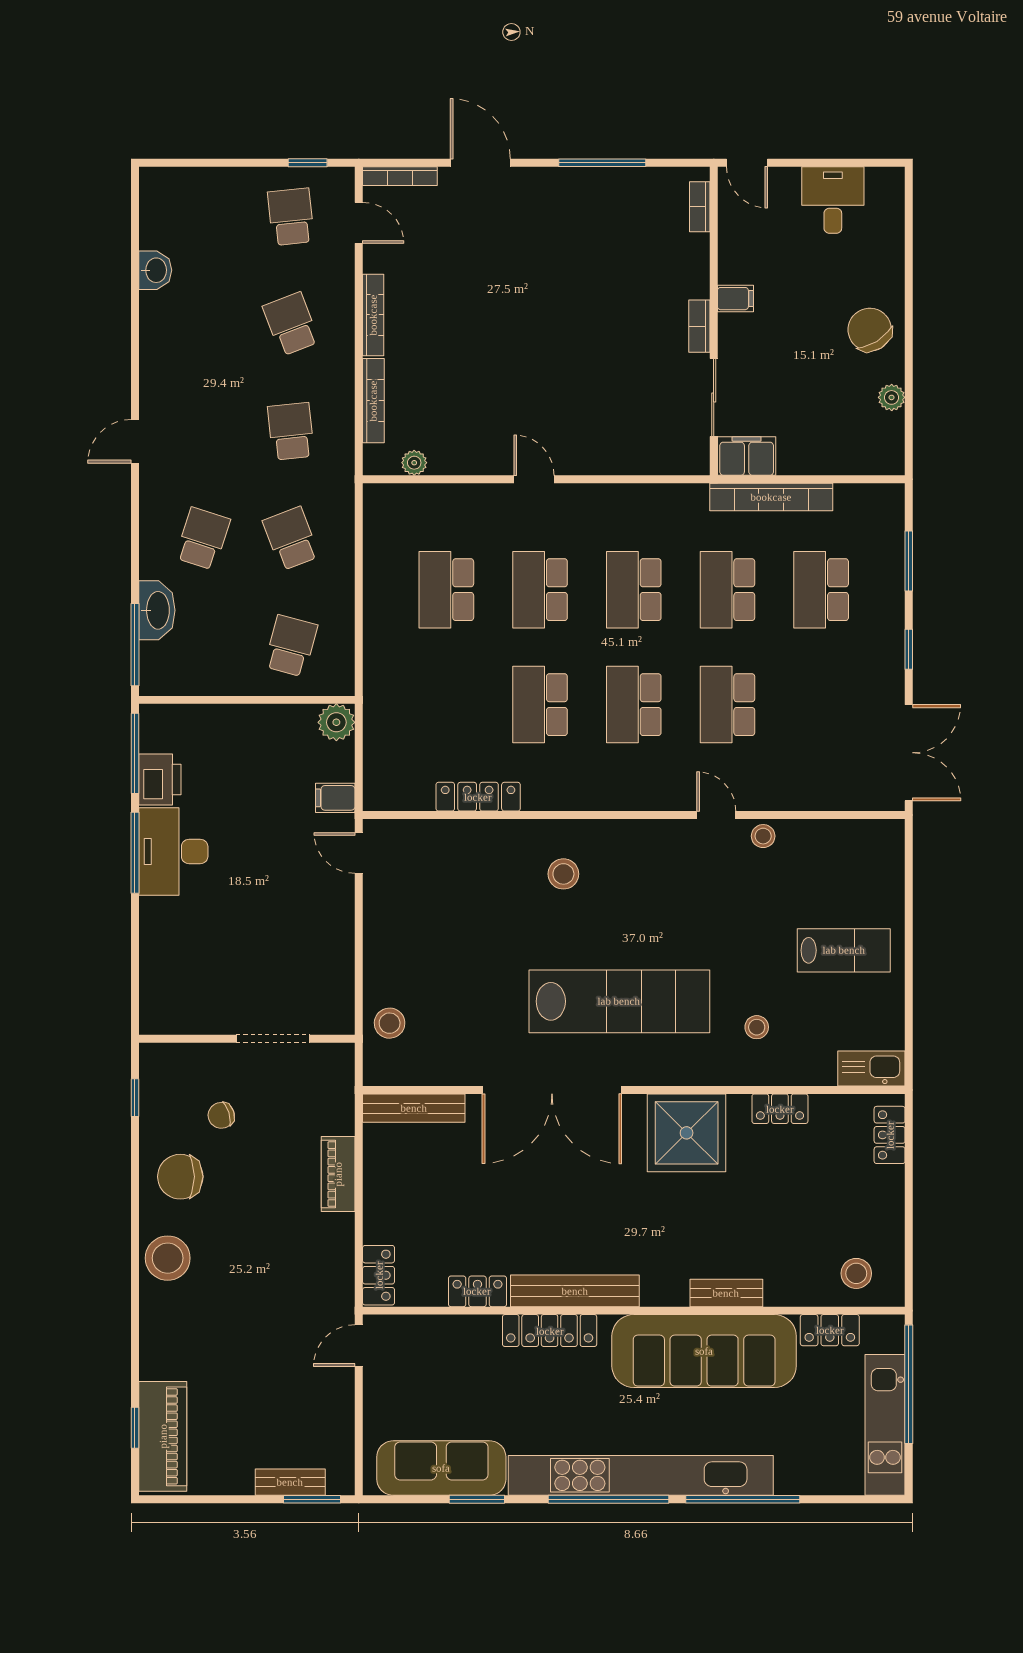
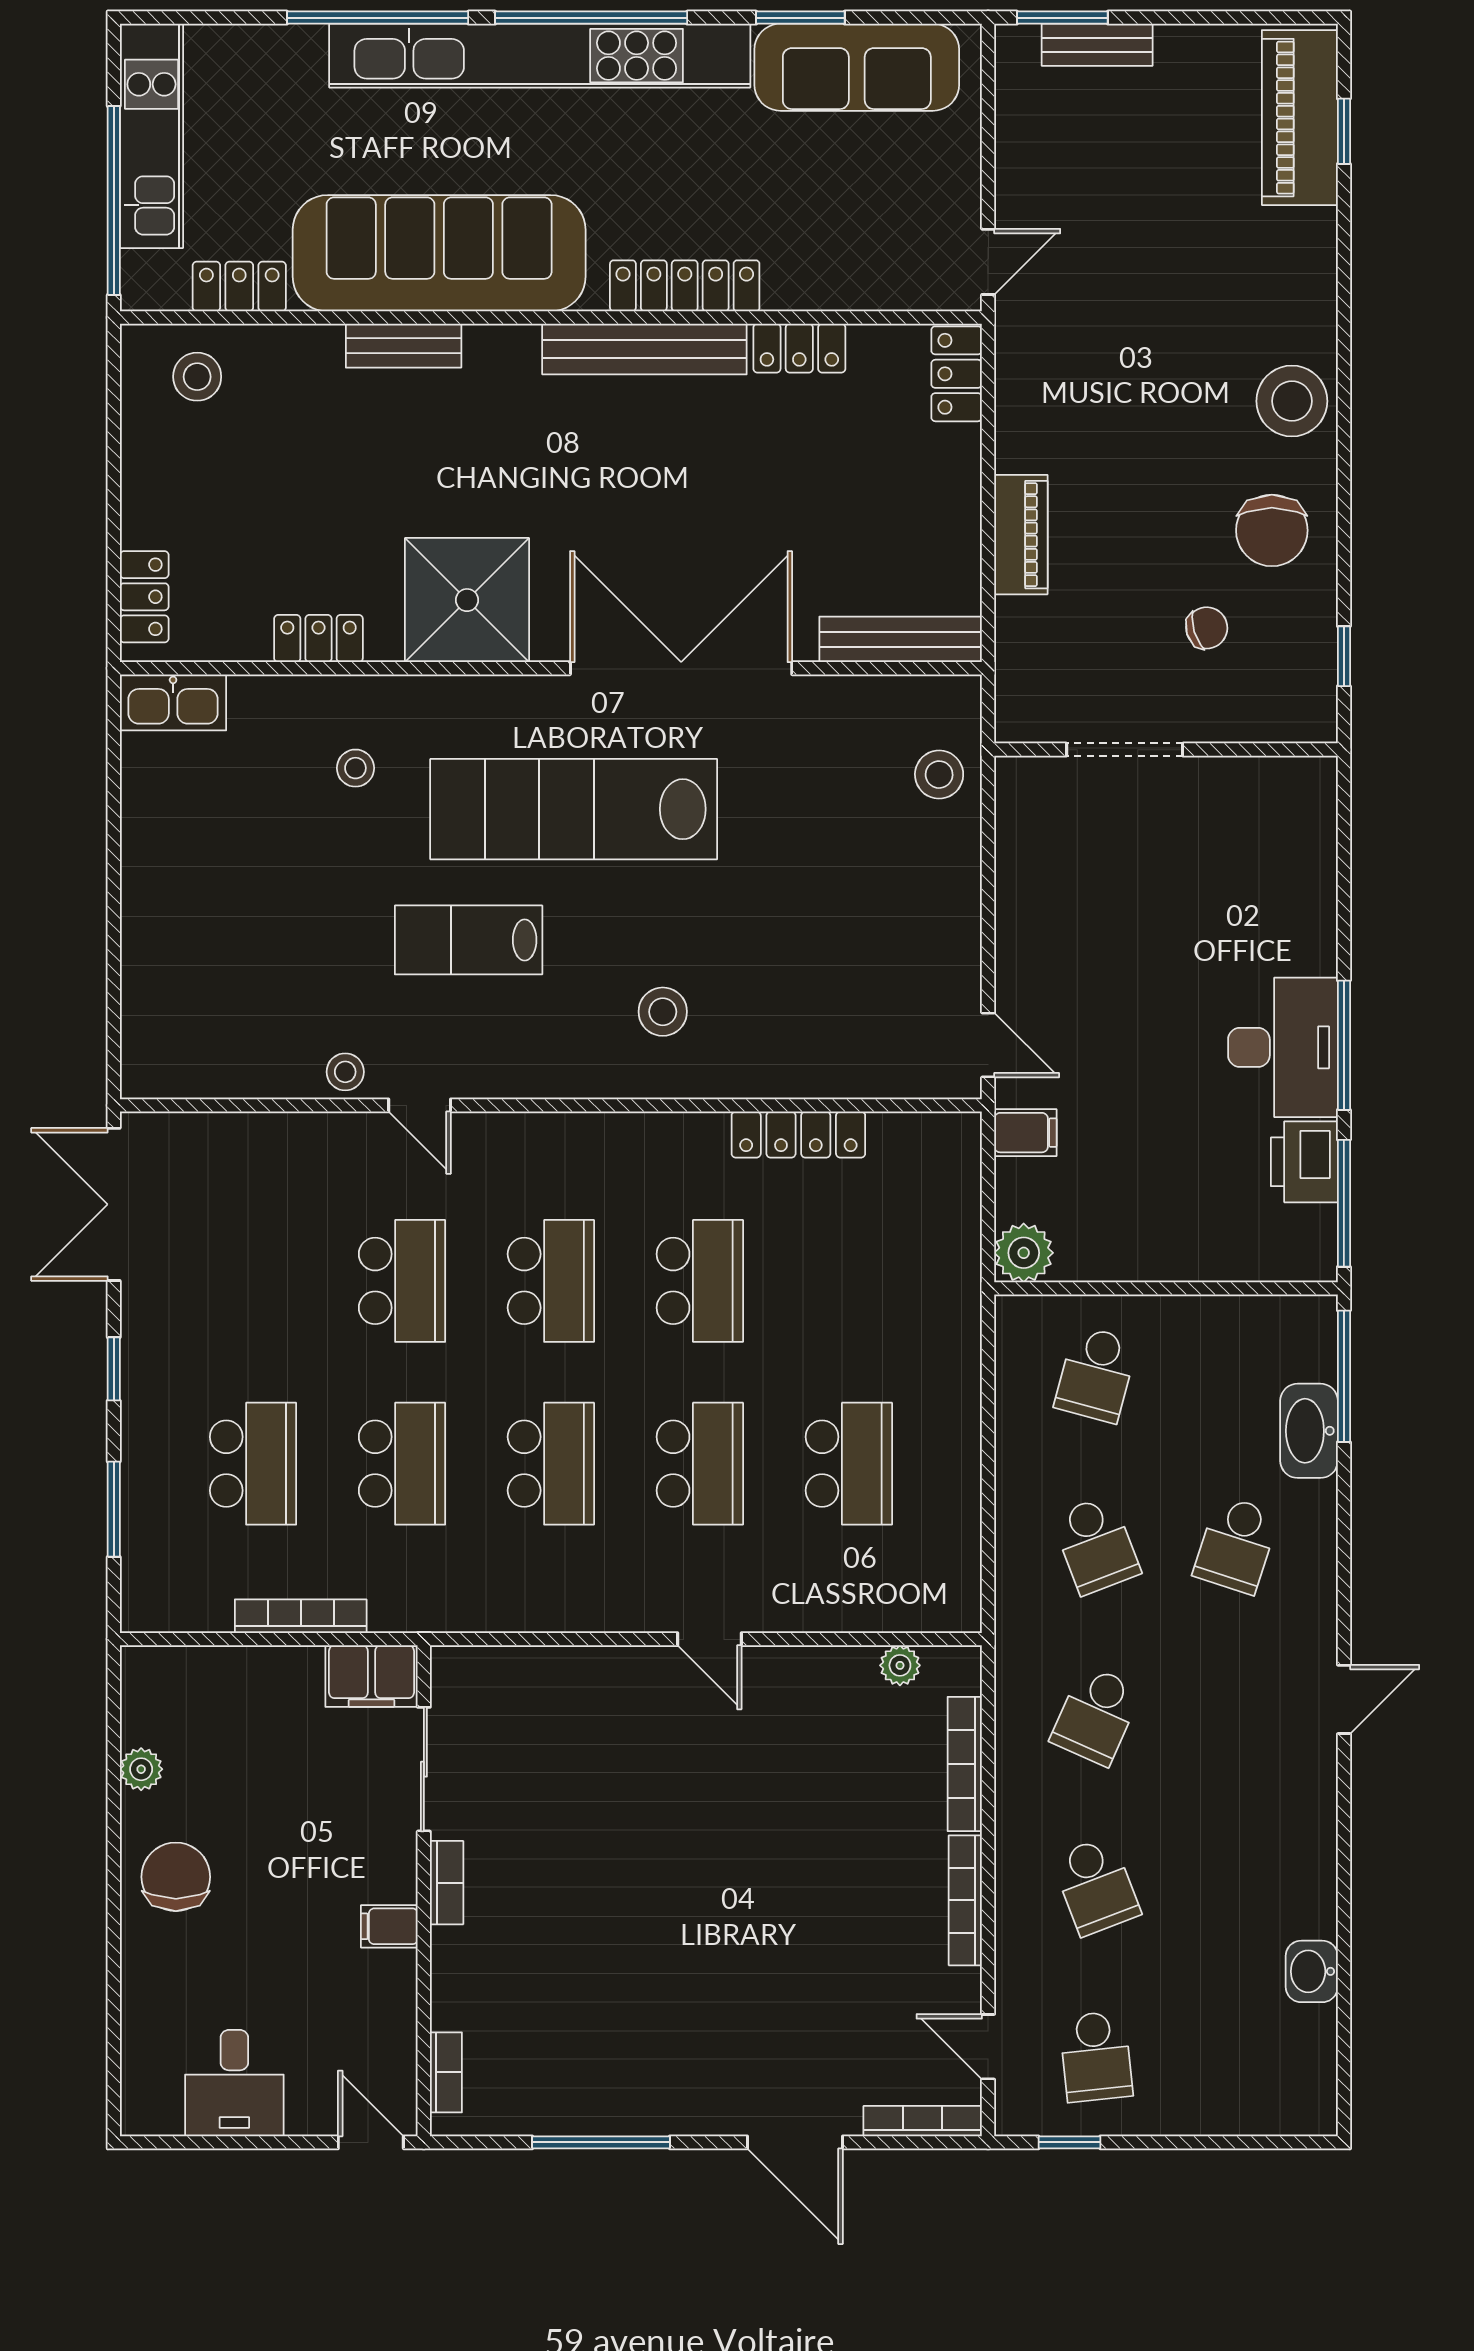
chair: (870, 330) -> (176, 1877), turned -148
school desk: (291, 431) -> (1096, 1715), turned 30
bookcase: (771, 497) -> (301, 1616), width x0.68, depth x0.76
lab bench: (844, 950) -> (469, 940), moved
chair: (180, 1177) -> (1272, 530), turned 90

